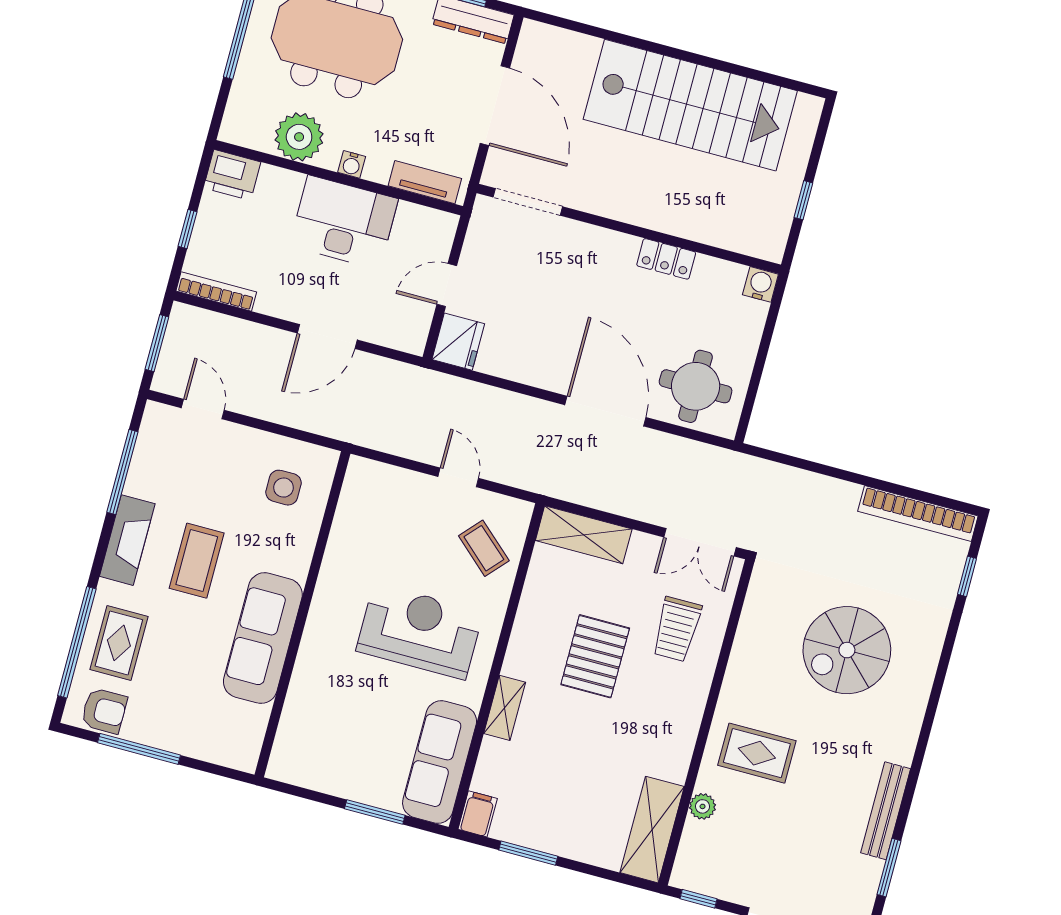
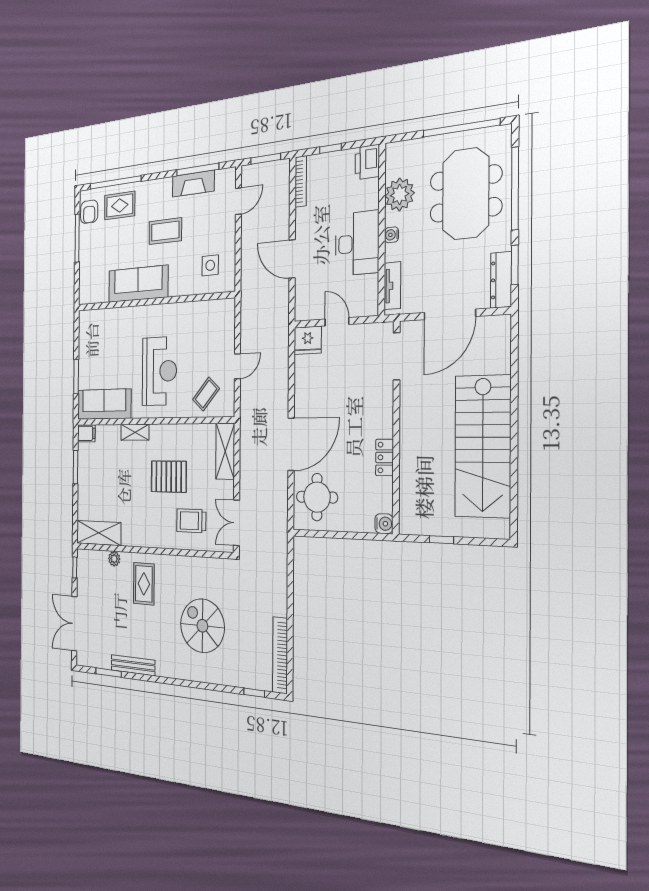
fireplace: (127, 540) -> (193, 184), moved

